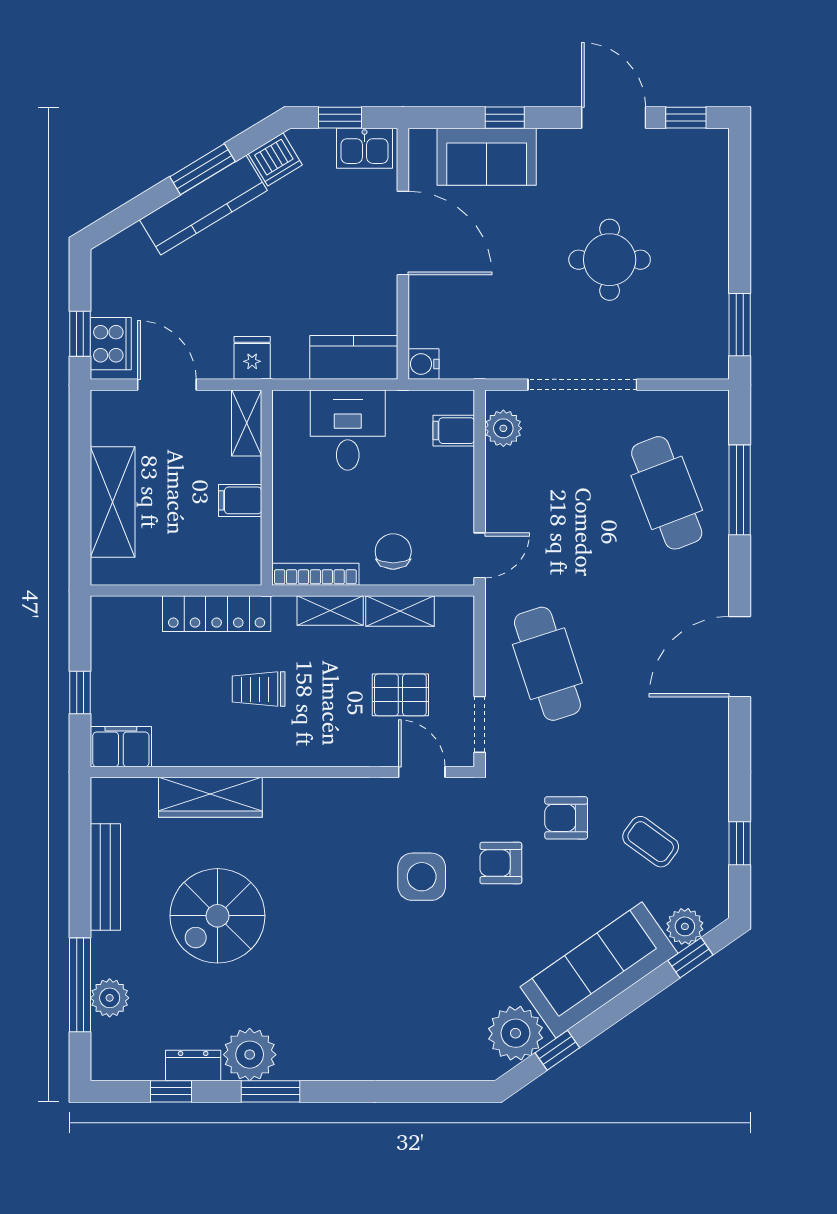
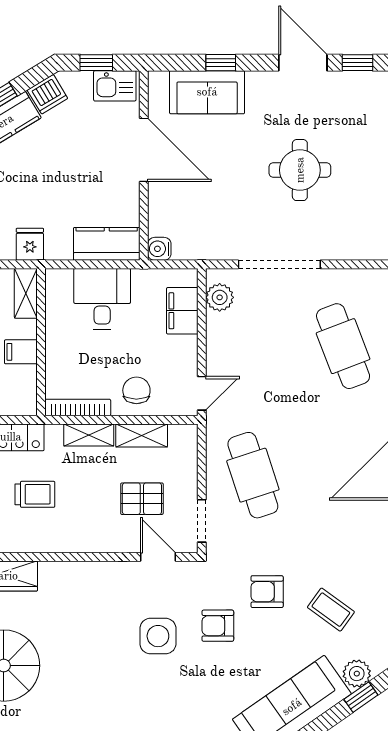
filing cabinet: (454, 431) -> (182, 311), width x2.00
trolley: (259, 689) -> (35, 494), turned 180

